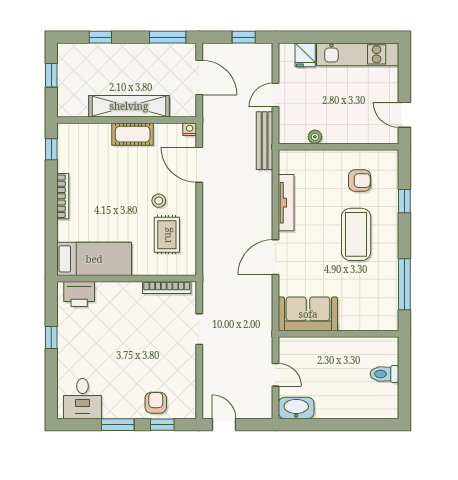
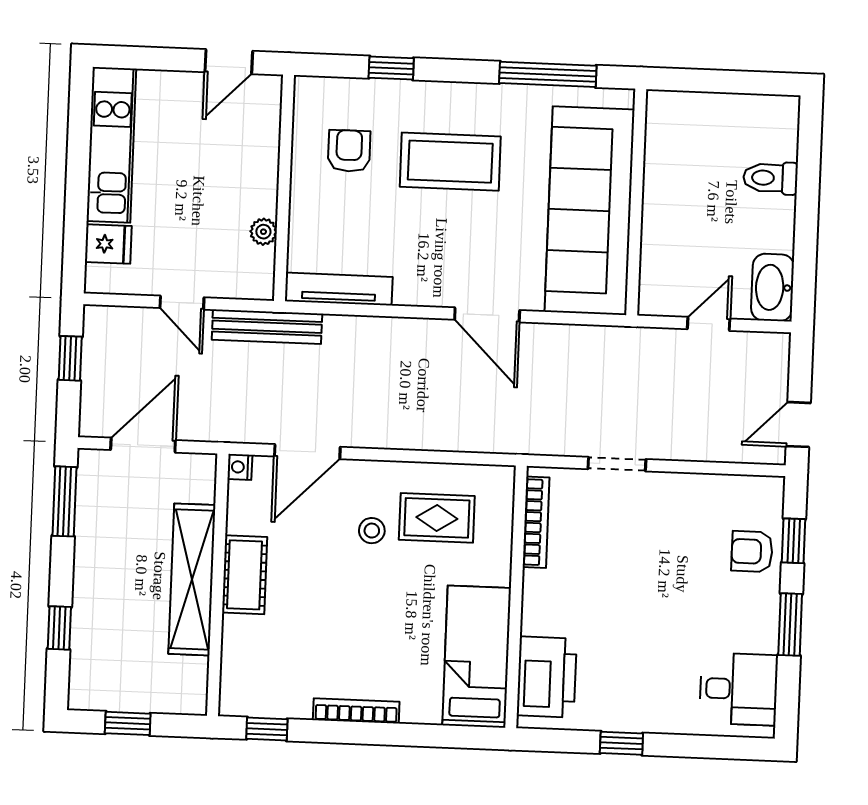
tv unit: (286, 203) -> (339, 289), moved
printer: (79, 294) -> (547, 677), width x1.37, depth x1.19
sofa: (308, 314) -> (590, 211), width x1.85, depth x1.27
toilet: (384, 374) -> (770, 178), moved, turned 90

